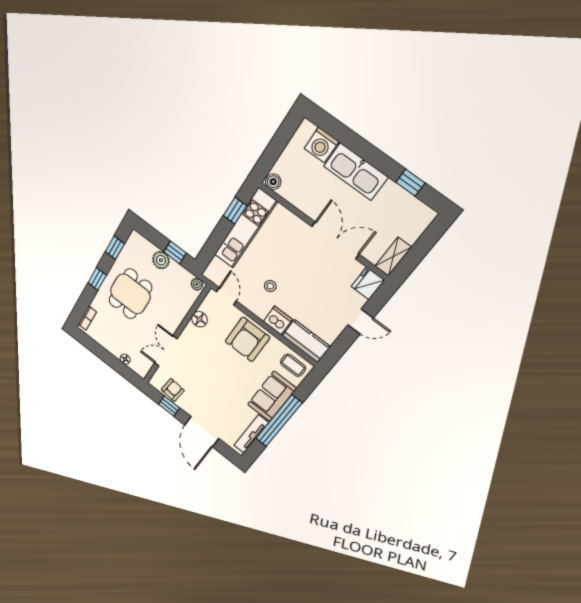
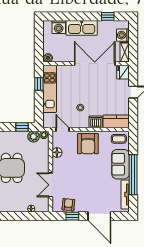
washing machine: (411, 229) -> (123, 35), added
double door: (335, 240) -> (95, 64), width x1.36
plant: (161, 260) -> (34, 137), moved

